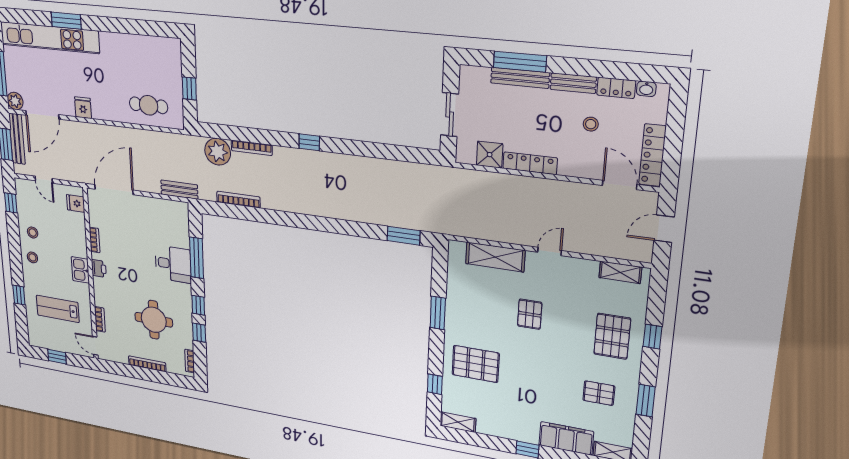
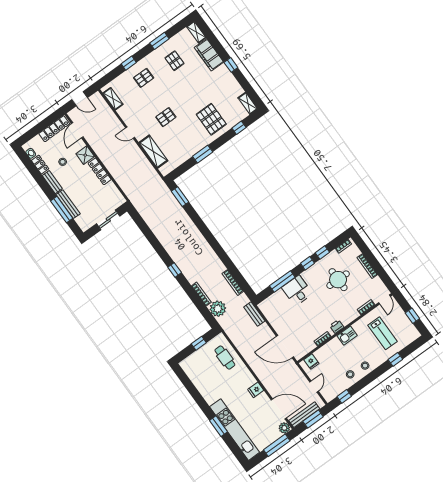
shower: (490, 155) -> (85, 155), moved
pallet: (612, 336) -> (144, 78), width x0.67, depth x0.71

